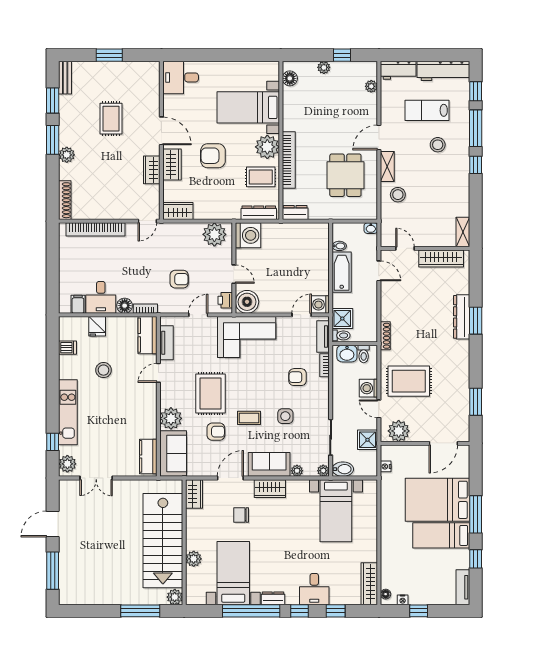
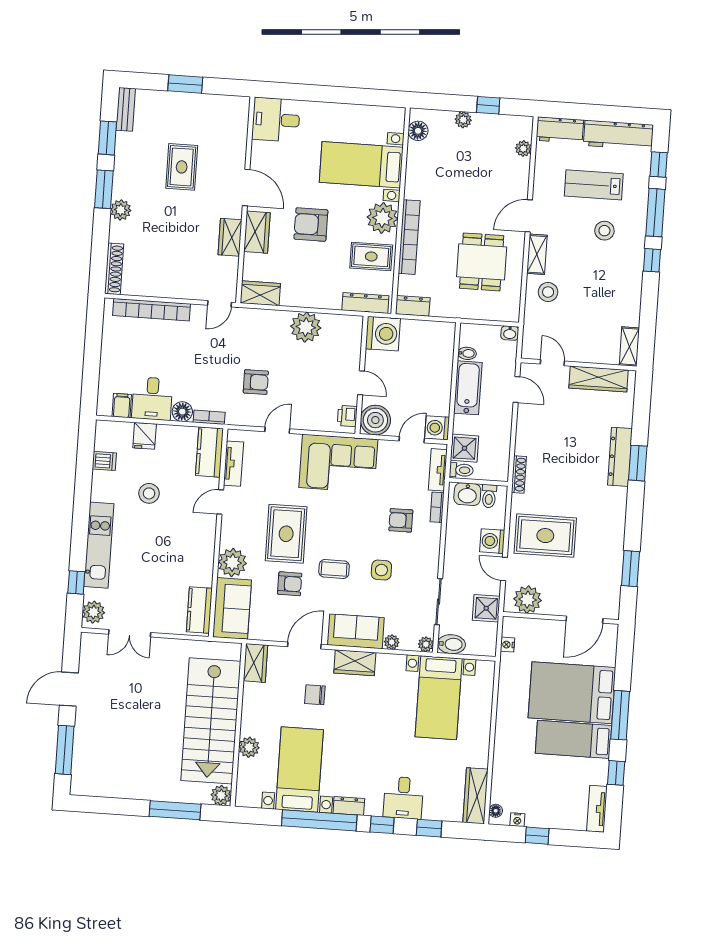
washing machine: (248, 235) -> (383, 334), moved
wall: (234, 268) -> (361, 375), moved
door: (234, 274) -> (361, 383), moved
printer: (225, 300) -> (347, 416), moved
boiler: (247, 302) -> (375, 420), moved

